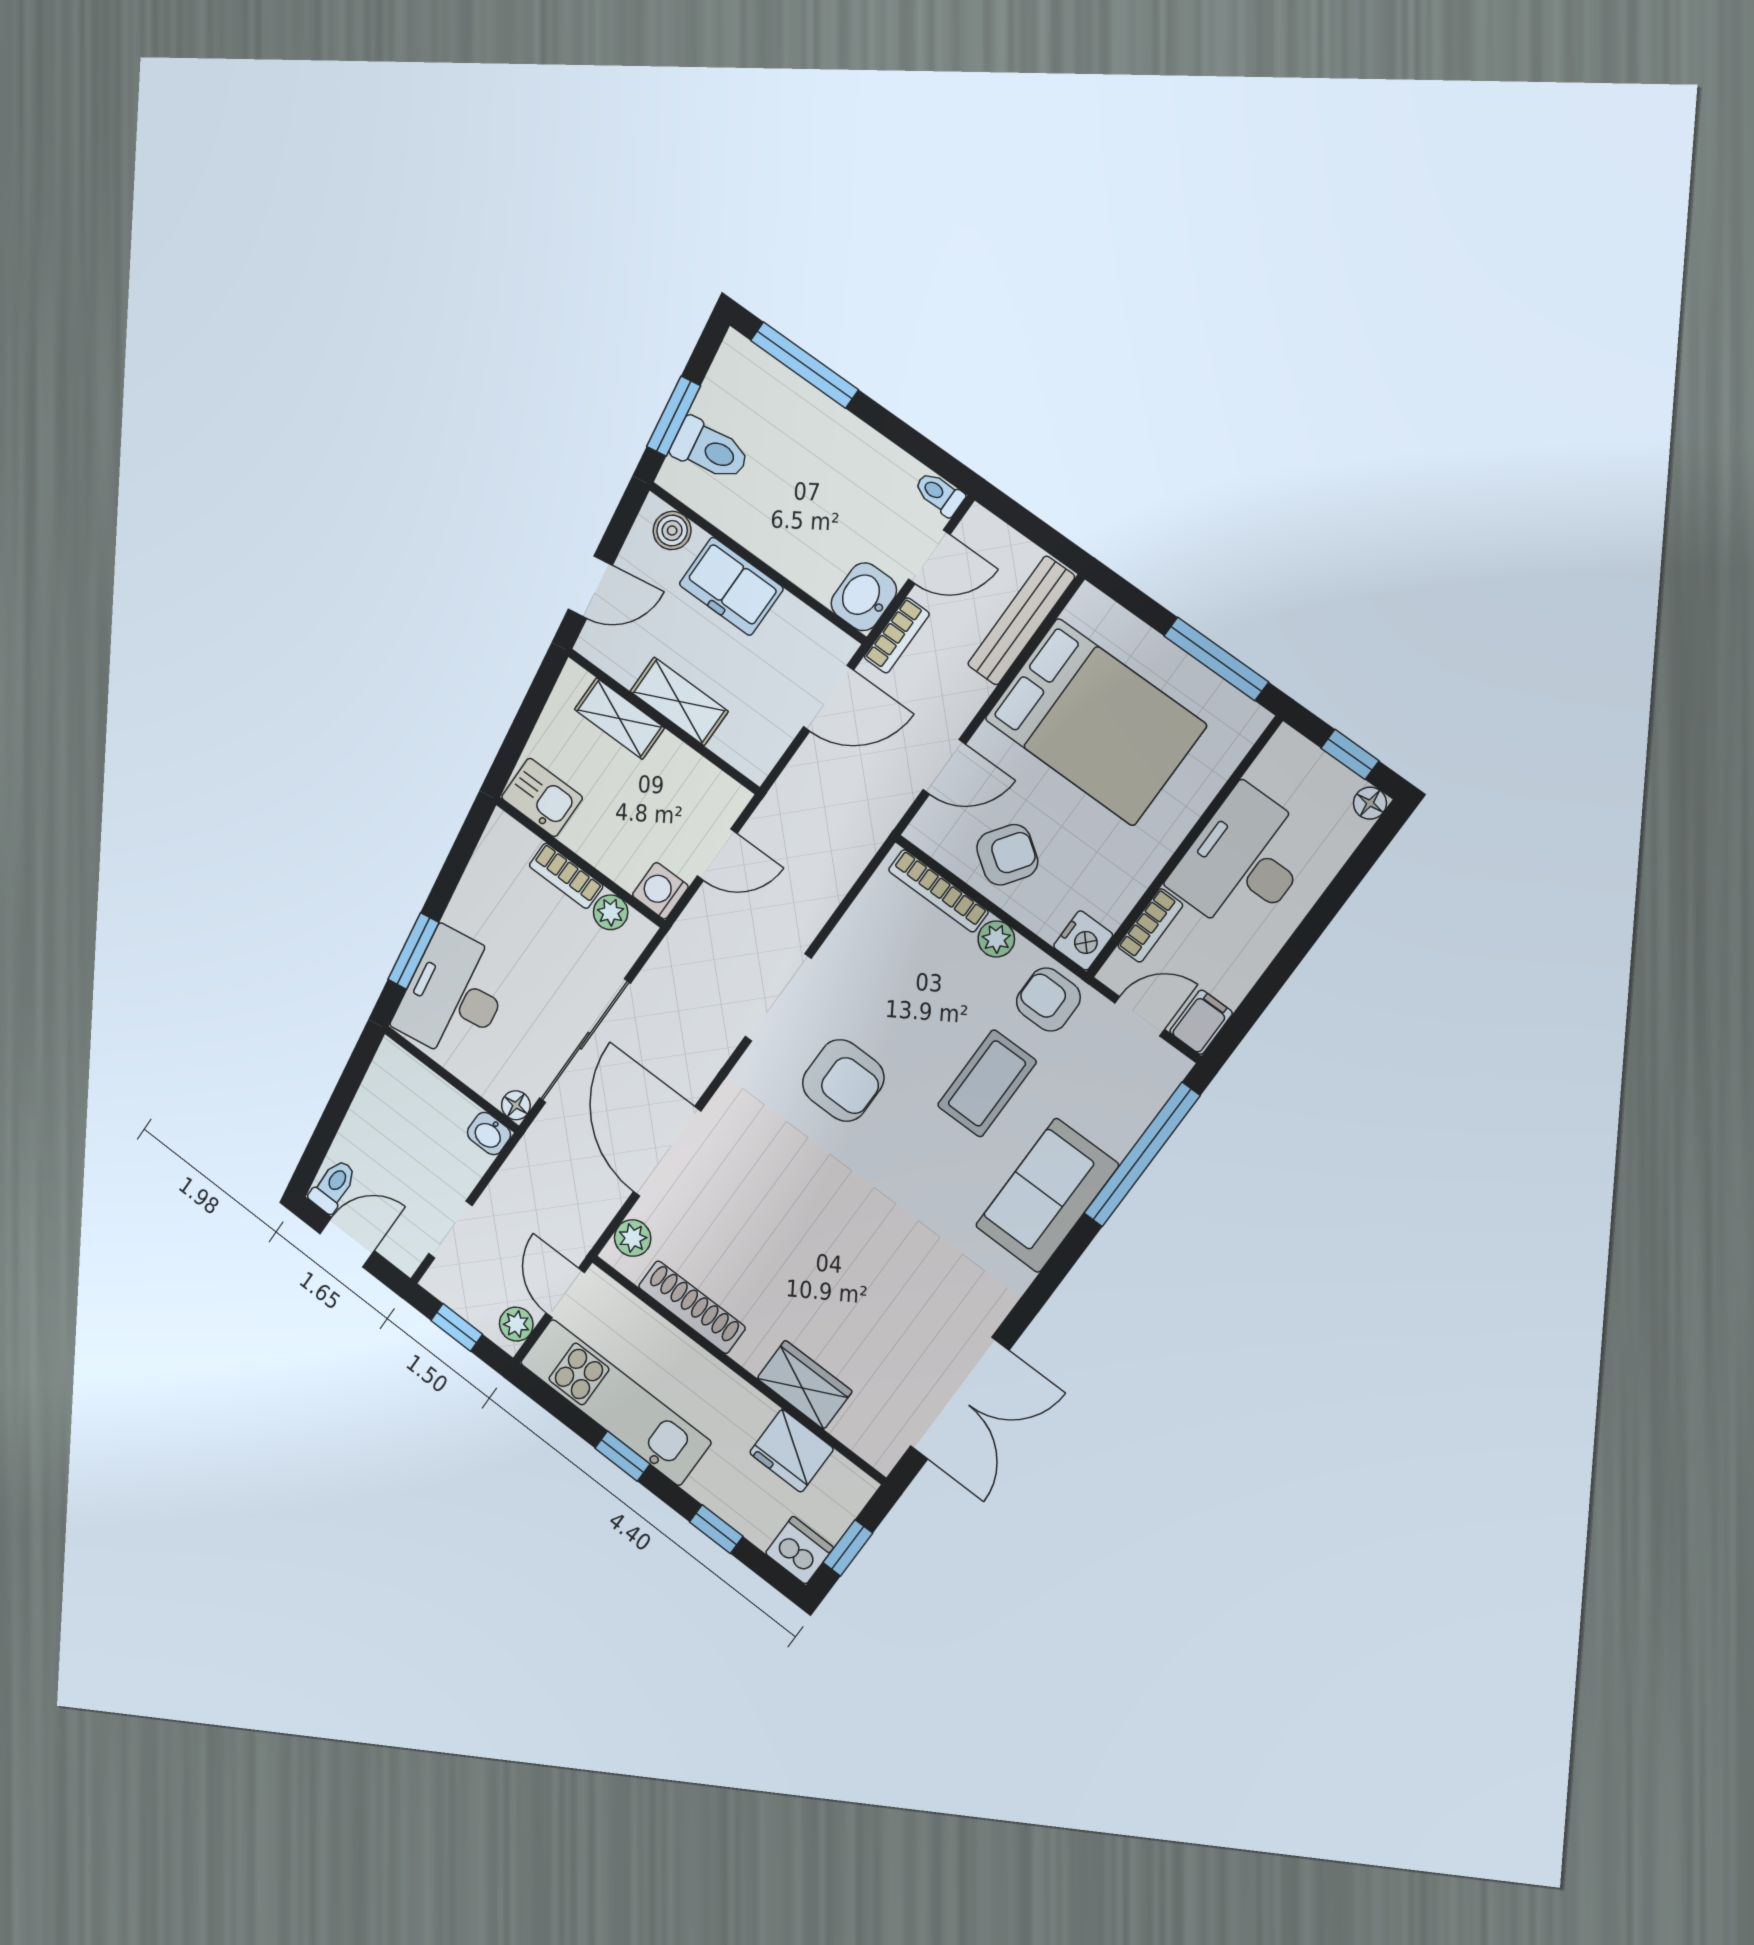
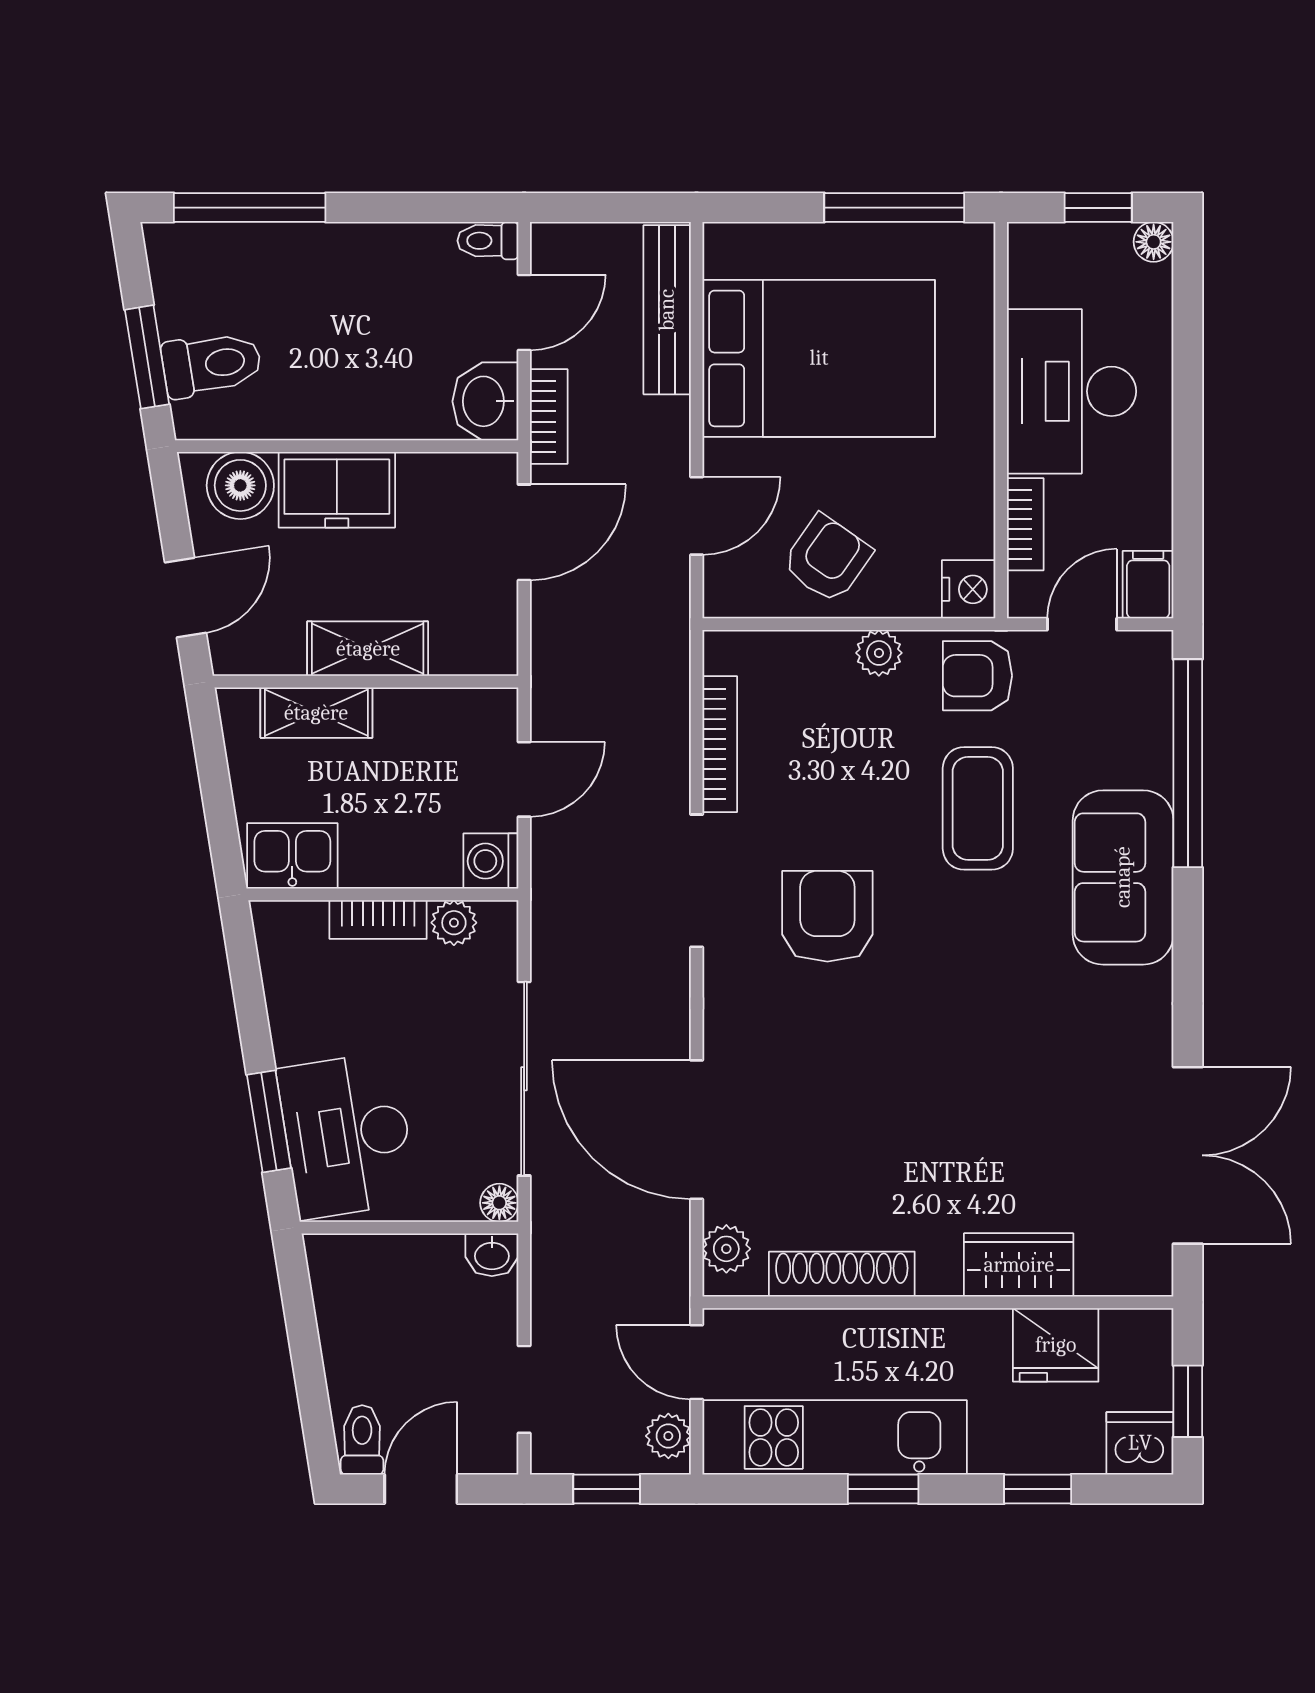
boiler: (672, 530) -> (240, 485), width x1.36, depth x1.36
bookcase: (938, 891) -> (720, 744), moved, turned -90
armchair: (843, 1080) -> (827, 916), turned -90

